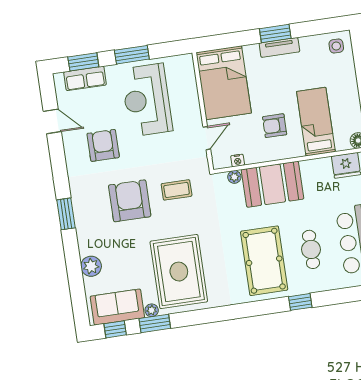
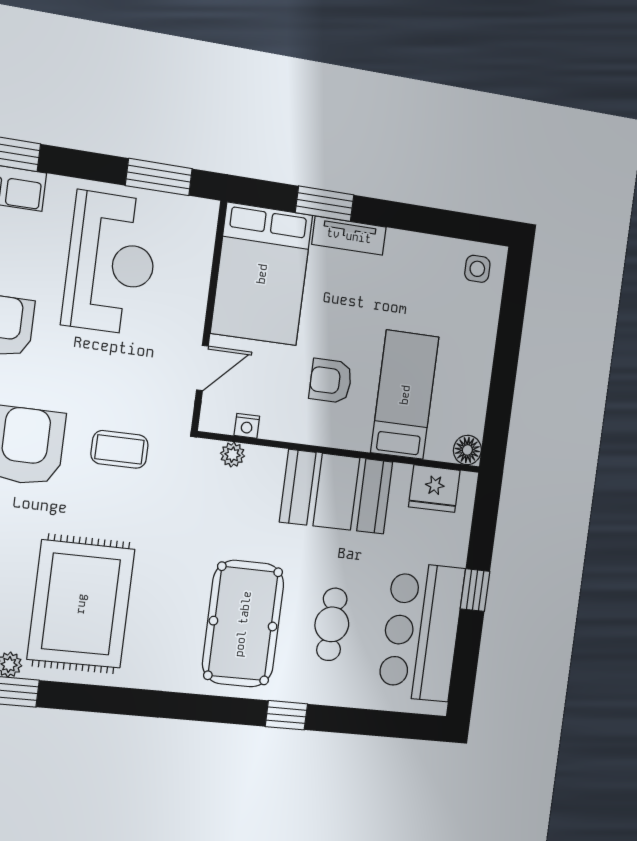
window: (275, 33) -> (325, 204), moved
tv unit: (279, 47) -> (349, 236), moved
window: (132, 55) -> (159, 177), moved
reception desk: (147, 100) -> (111, 263), turned 180
booth: (273, 184) -> (336, 492), moved

